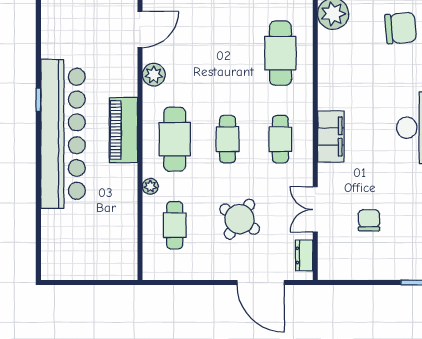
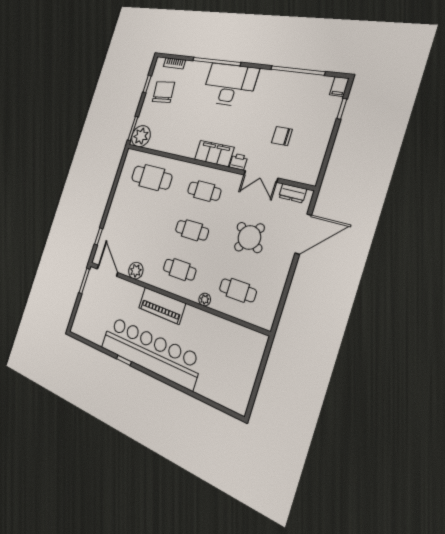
cafe table: (175, 139) -> (180, 270), width x0.73, depth x0.74
printer: (327, 174) -> (239, 162), added

